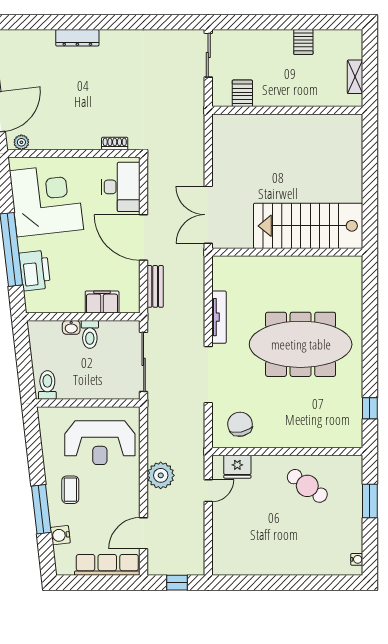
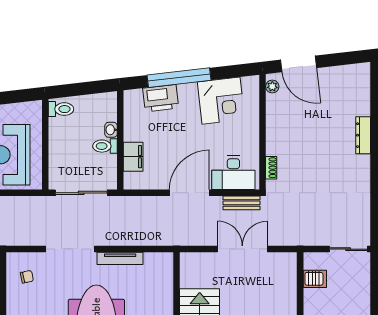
corner desk: (46, 200) -> (221, 101), width x0.74, depth x0.74
double door: (208, 215) -> (242, 249), moved
bench: (155, 286) -> (241, 203), moved
chair: (240, 424) -> (27, 277), width x0.54, depth x0.54

